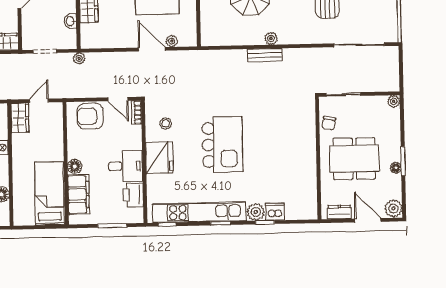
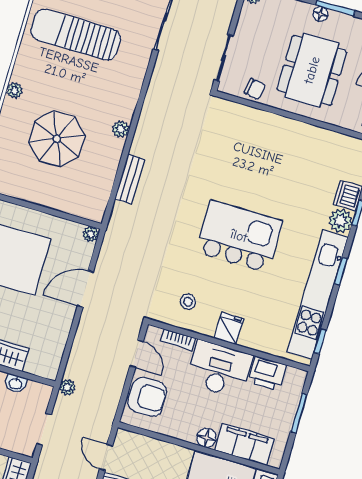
plant: (172, 41) -> (91, 234), moved
bench: (265, 55) -> (130, 179), moved
door: (118, 99) -> (137, 354), hinge flipped
bookcase: (137, 113) -> (178, 340), moved
armchair: (90, 116) -> (147, 397), turned -90
fridge: (159, 158) -> (229, 328), width x0.53, depth x0.75
desk: (126, 166) -> (219, 369), width x1.37
floor lamp: (396, 168) -> (320, 14), moved

